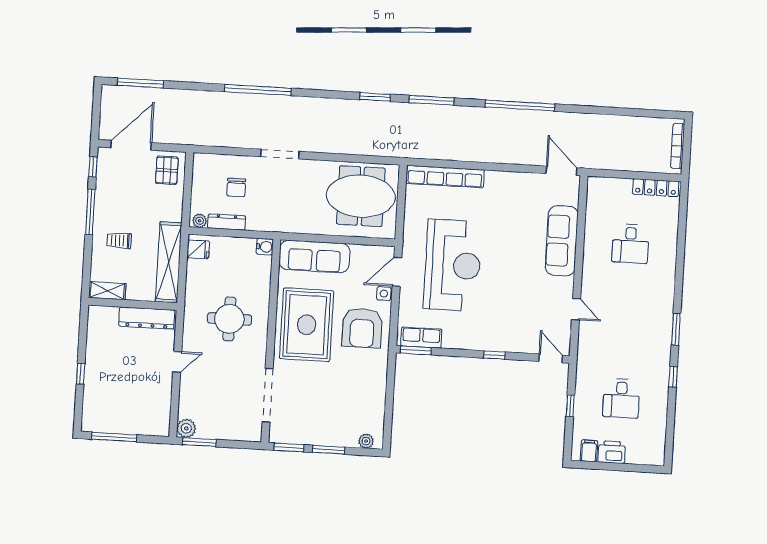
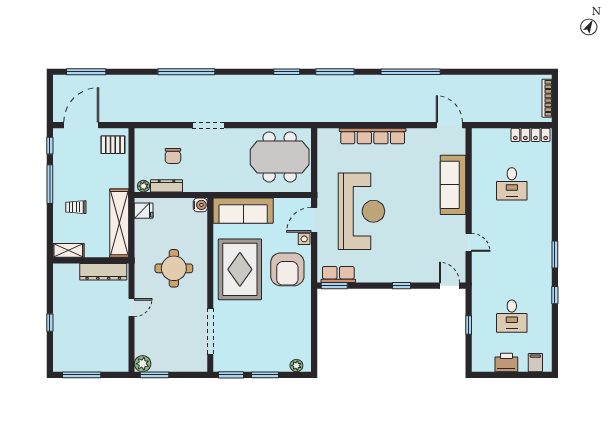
pallet: (167, 170) -> (113, 145), turned 90
row of seats: (445, 177) -> (373, 136), moved
filing cabinet: (589, 451) -> (535, 363), moved

